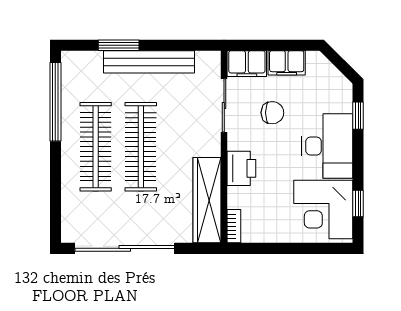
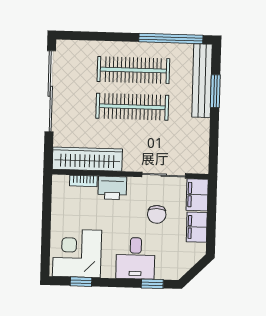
bench: (149, 62) -> (202, 81), moved
desk: (327, 146) -> (135, 258), width x0.73
bookcase: (234, 226) -> (83, 181), moved

